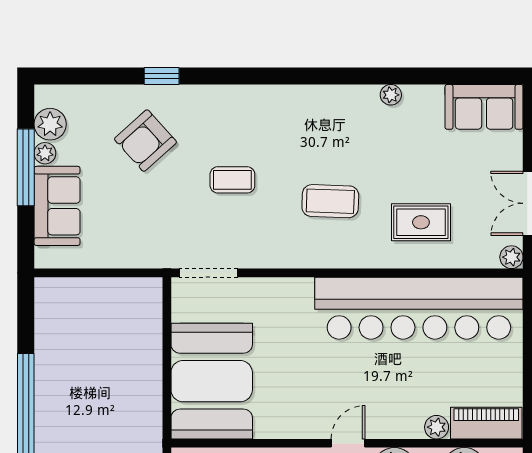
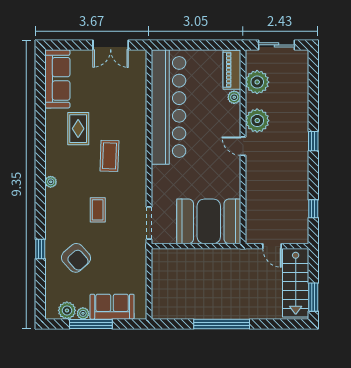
plant: (391, 95) -> (51, 182), moved
sofa: (484, 107) -> (57, 79), width x1.36
rug: (421, 222) -> (78, 129), moved
plant: (511, 257) -> (140, 56), removed

